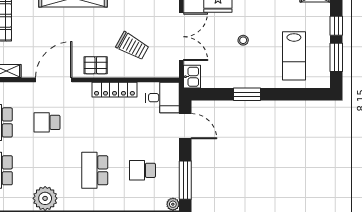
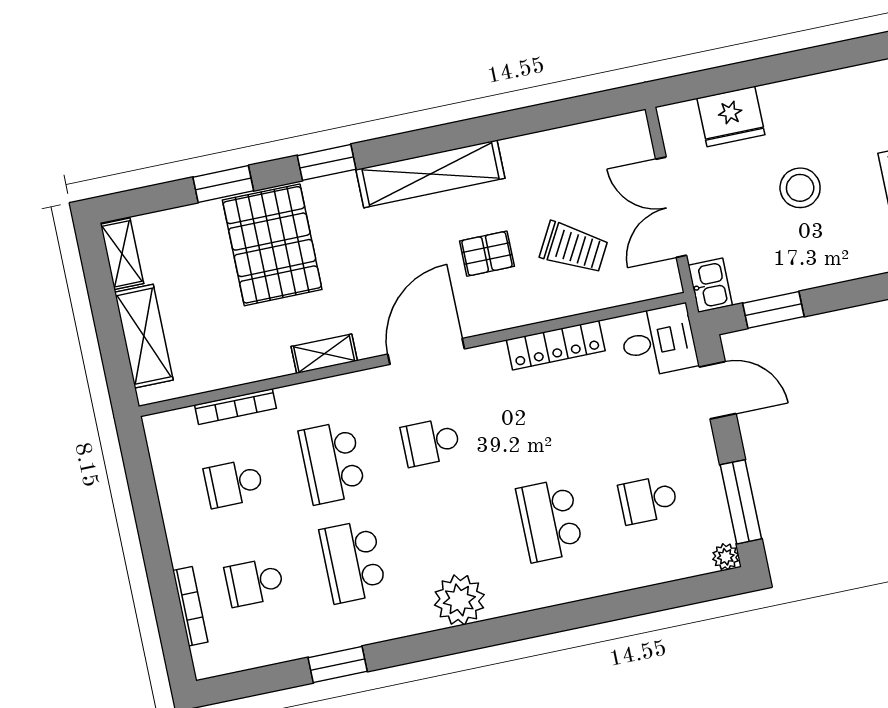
double door: (181, 37) -> (671, 207), swing flipped
stool: (243, 40) -> (800, 188), width x1.89, depth x1.89
pallet: (96, 65) -> (487, 254), moved
window: (247, 94) -> (773, 310), moved

